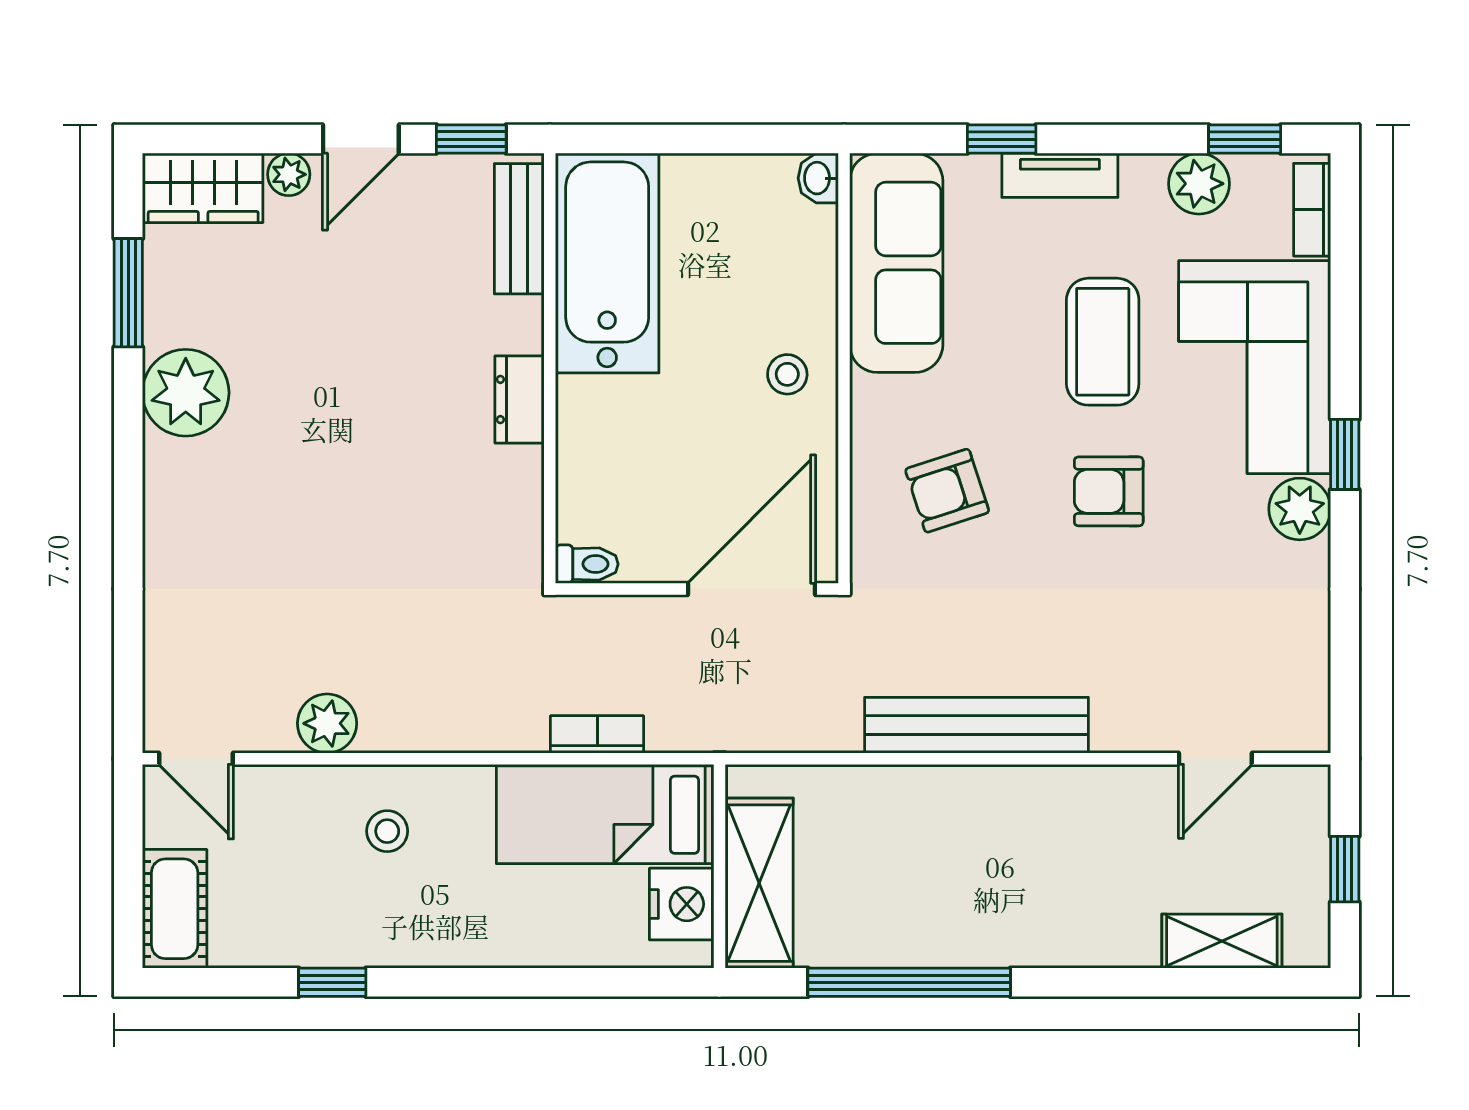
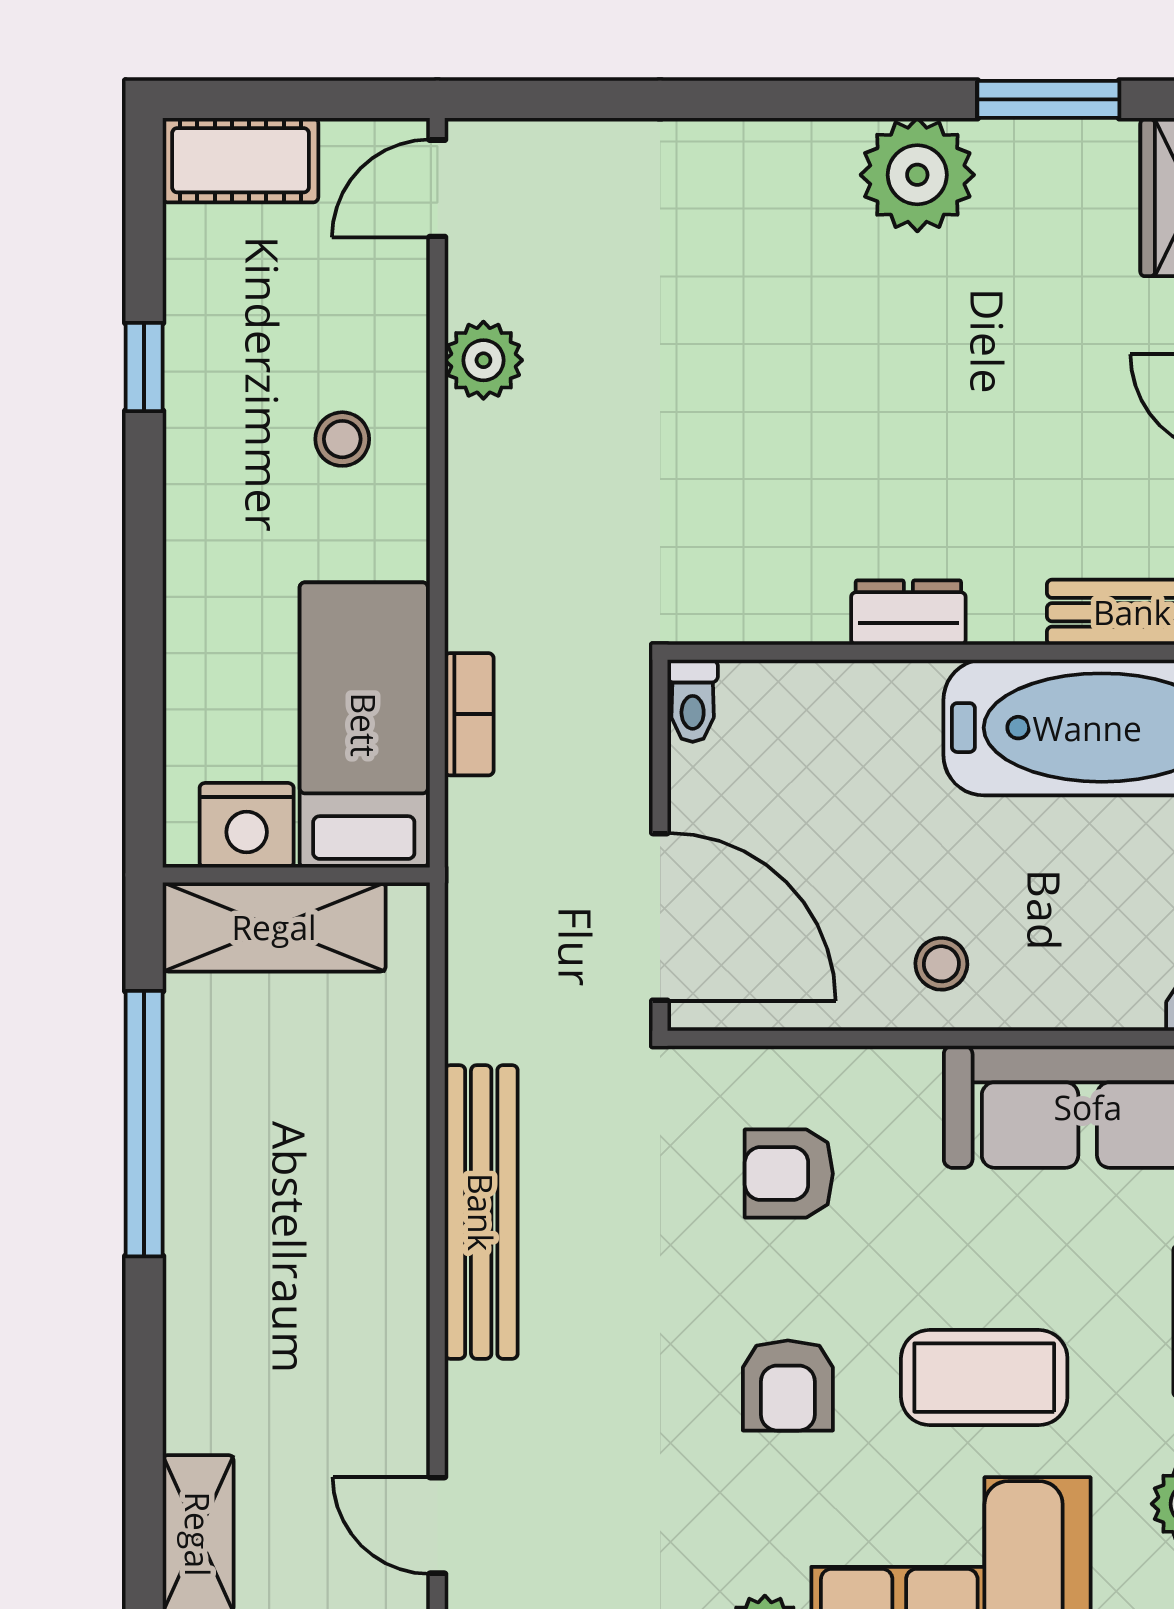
armchair: (947, 491) -> (789, 1174), turned -72
armchair: (1109, 491) -> (788, 1385), turned 180

